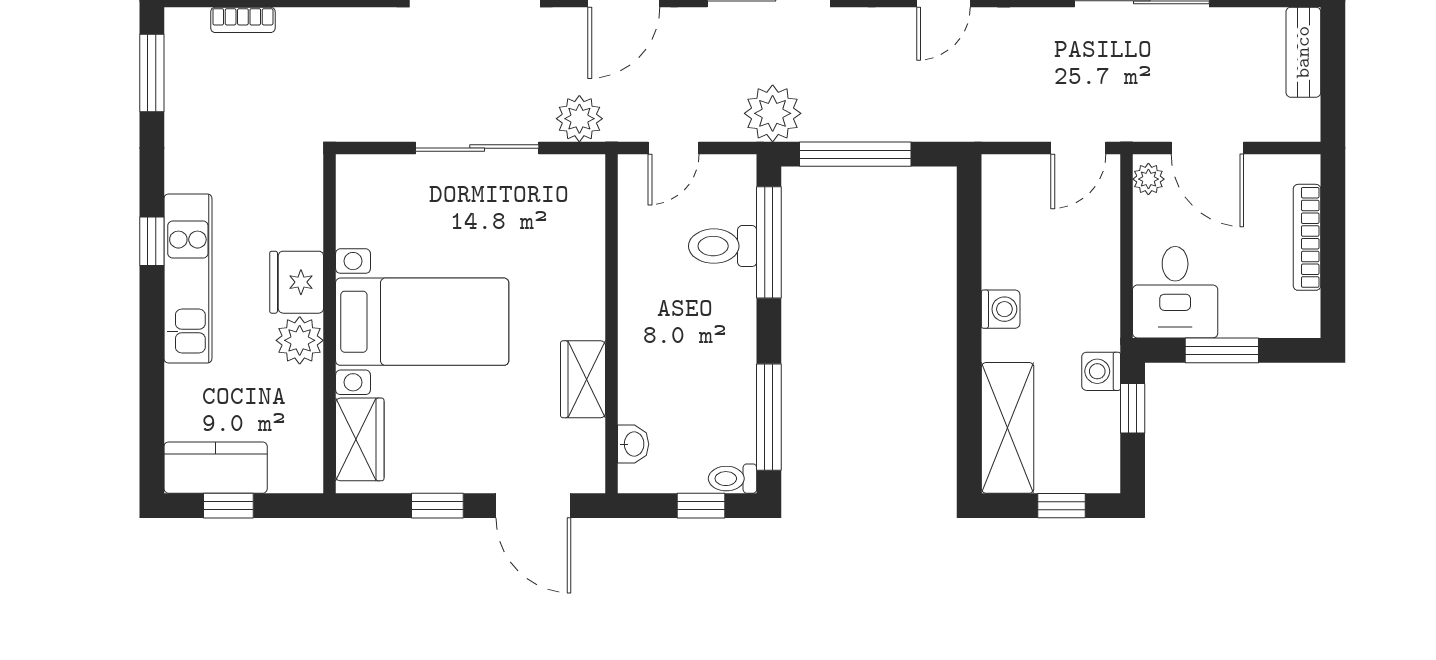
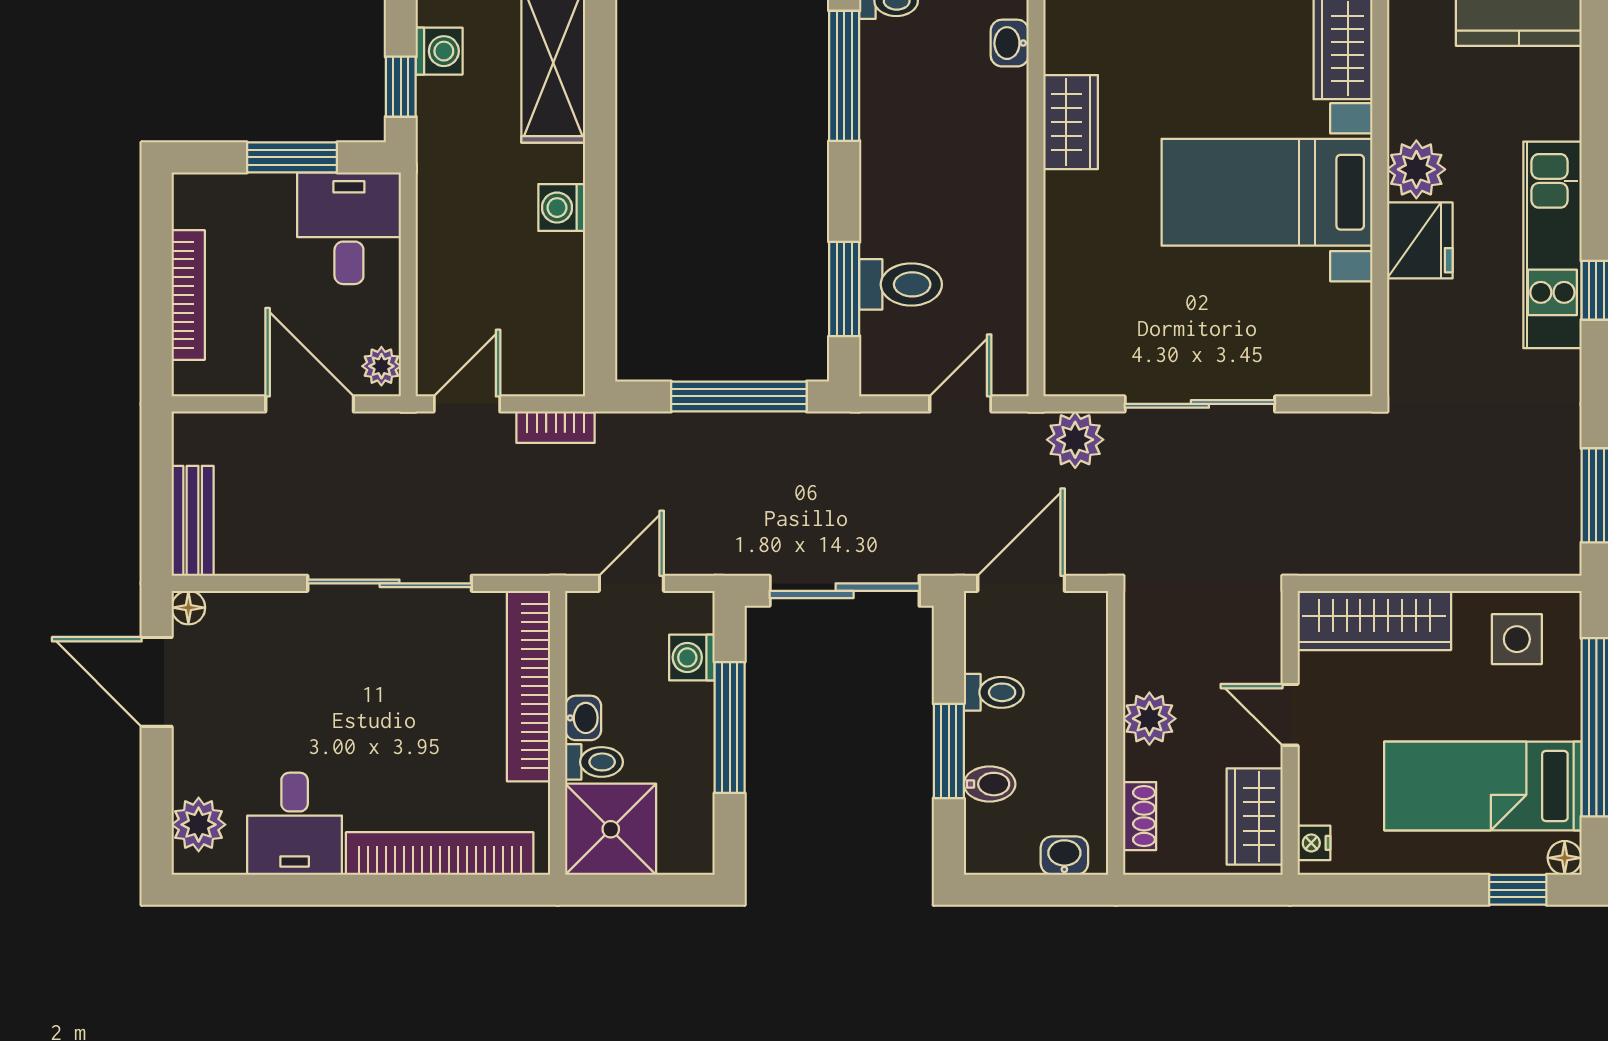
bookcase: (243, 20) -> (556, 427), moved, turned 180
plant: (773, 113) -> (840, 446), removed
window: (769, 242) -> (844, 289), width x0.69
washing machine: (1101, 371) -> (439, 51), moved

